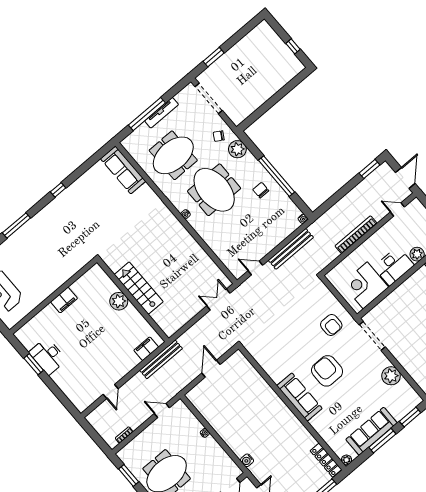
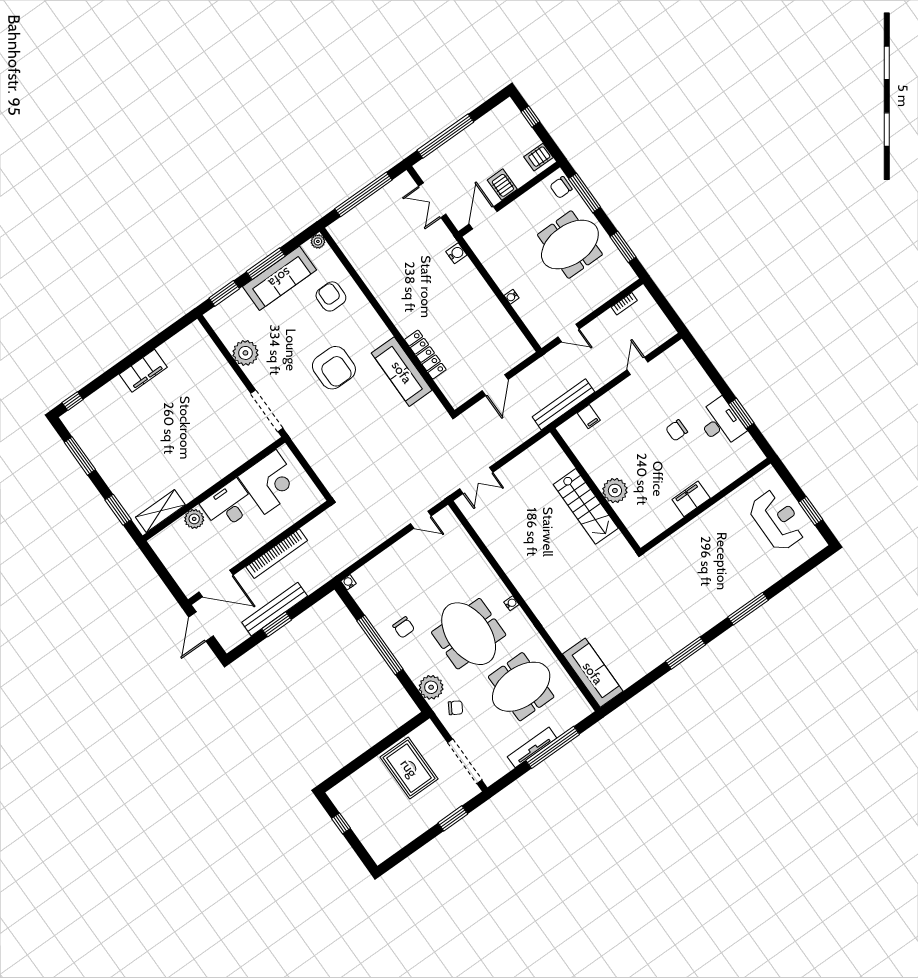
rug: (248, 90) -> (409, 768), added
window: (369, 169) -> (277, 624), moved
window: (58, 190) -> (686, 653), width x2.17
door: (397, 209) -> (216, 584), width x1.87
bench: (291, 249) -> (275, 609), moved
armchair: (331, 325) -> (331, 296), moved
chair: (79, 348) -> (677, 430), added
filing cabinet: (146, 349) -> (589, 417), width x0.50
sofa: (299, 397) -> (402, 372), moved
locker: (326, 460) -> (425, 355), moved

